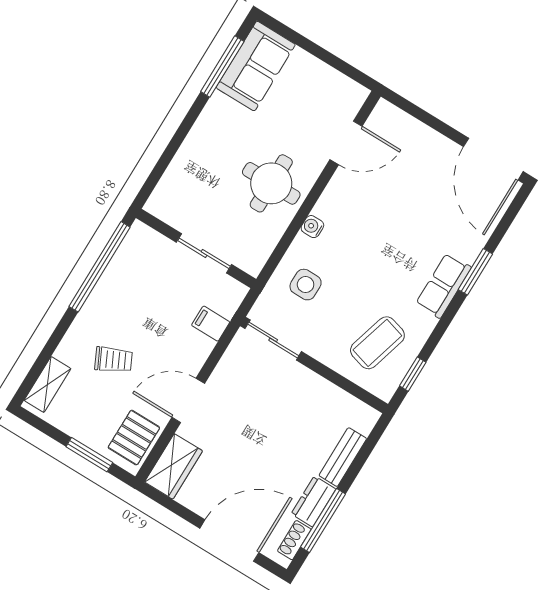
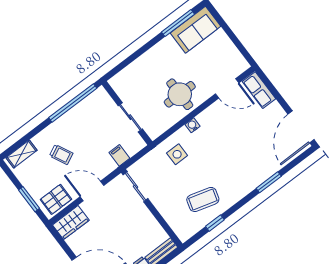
row of seats: (444, 286) -> (259, 90), moved, turned -90
sliding door: (273, 340) -> (136, 187), moved
wall: (314, 365) -> (152, 208), moved

